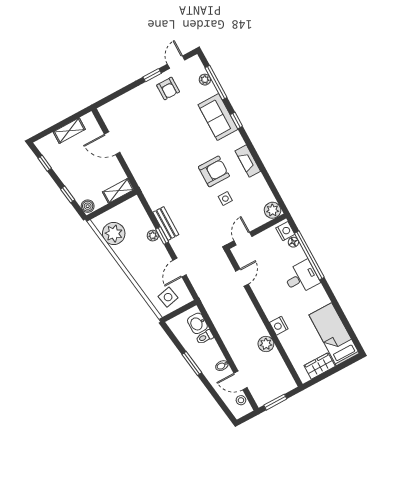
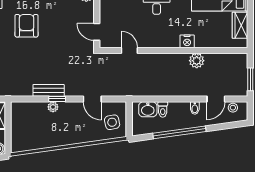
side table: (225, 199) -> (55, 28), removed
plant: (114, 233) -> (33, 139), removed
window: (192, 364) -> (179, 132), width x2.11

